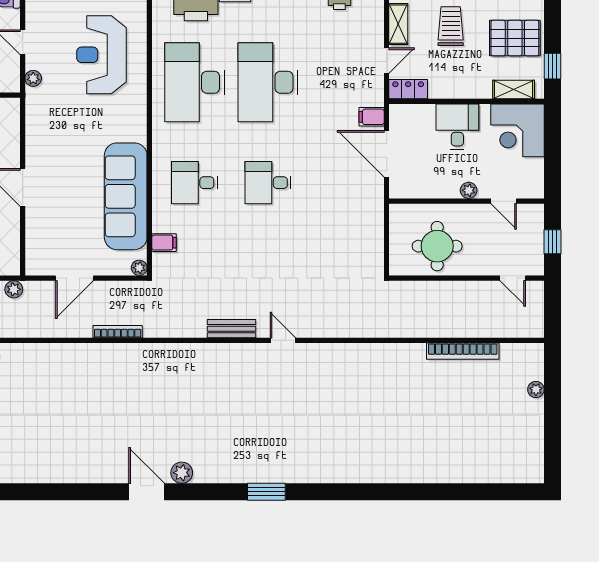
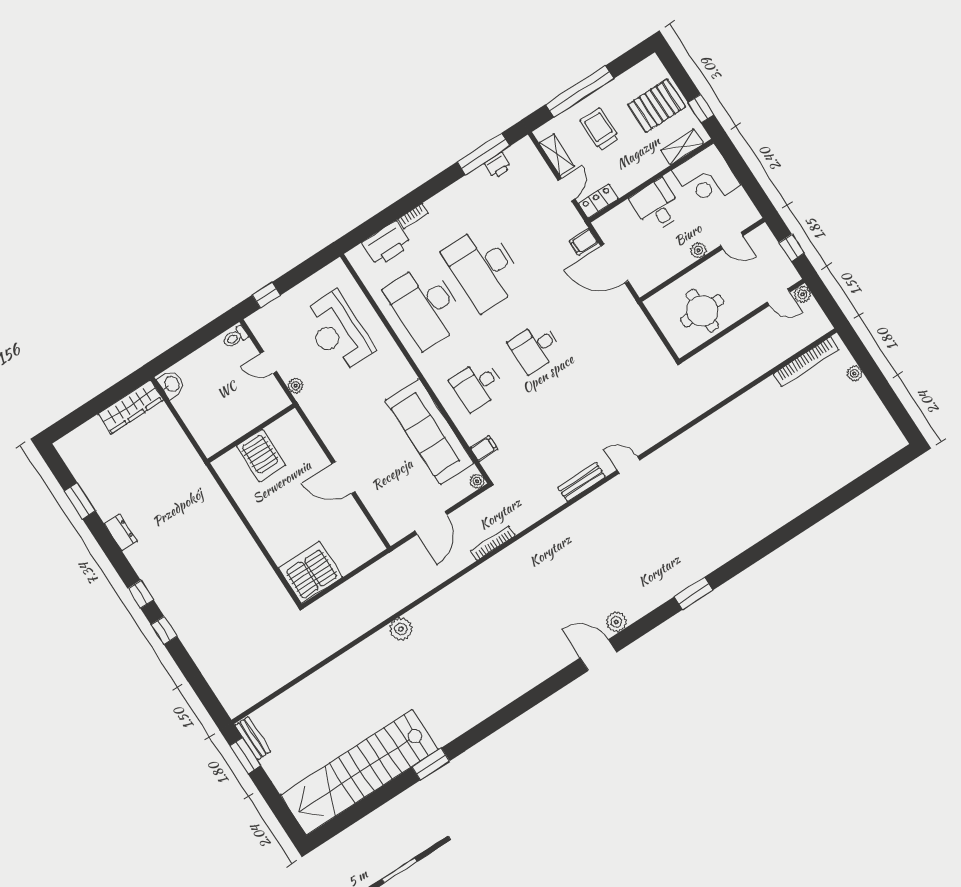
plant: (14, 289) -> (802, 294), moved
bookcase: (463, 351) -> (806, 362), moved

